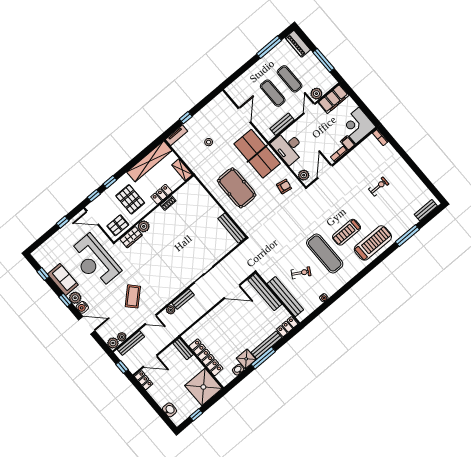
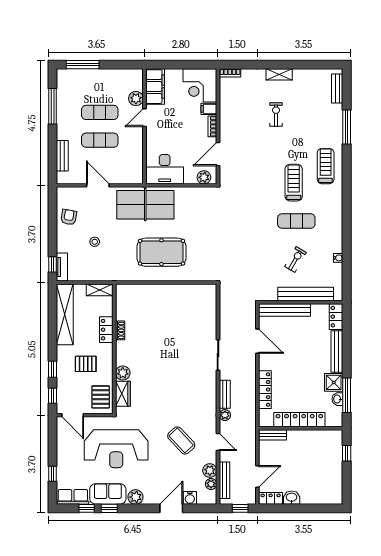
piano: (298, 44) -> (73, 76), removed
window: (324, 60) -> (83, 65), moved
door: (309, 108) -> (144, 118), hinge flipped
window: (186, 118) -> (53, 264), moved
bench: (282, 124) -> (62, 156), moved
shelving: (405, 168) -> (279, 74), added
door: (325, 172) -> (218, 154), hinge flipped
armchair: (284, 186) -> (69, 217), moved
pallet: (130, 199) -> (86, 364), width x0.67, depth x0.71
door: (92, 218) -> (73, 415), hinge flipped
window: (63, 222) -> (53, 474), moved
bench: (232, 228) -> (196, 290), removed
treadmill: (347, 232) -> (294, 183), turned 180
treadmill: (373, 243) -> (326, 166), width x0.73, depth x0.73
exercise mat: (325, 253) -> (296, 221), width x0.73, depth x0.69
row of seats: (43, 260) -> (73, 497), added
door: (232, 292) -> (257, 341), hinge flipped
window: (65, 300) -> (109, 508), moved
water cooler: (82, 307) -> (190, 498), moved
door: (151, 319) -> (218, 442), hinge flipped
locker: (207, 321) -> (265, 390), added
plant: (113, 343) -> (210, 470), moved
window: (263, 358) -> (347, 395), moved
shower: (203, 387) -> (326, 446), removed
washbasin: (170, 410) -> (292, 498), moved
window: (196, 415) -> (347, 453), moved

